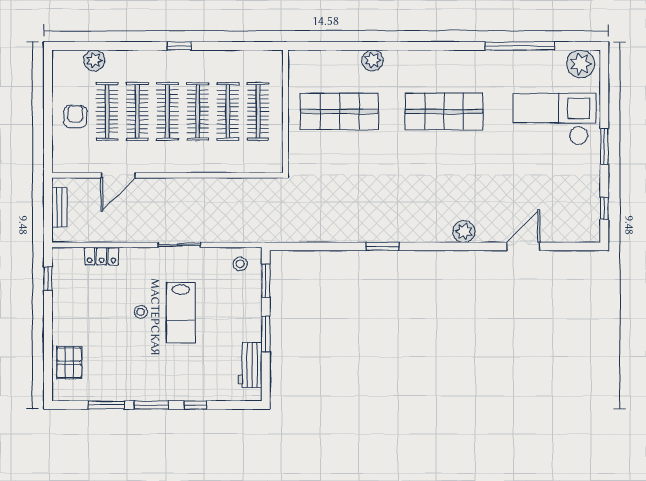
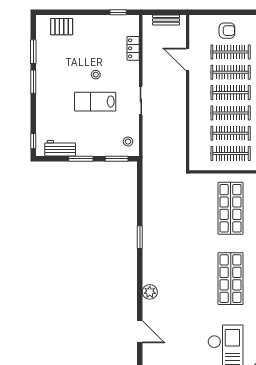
window: (195, 405) -> (33, 141), moved

